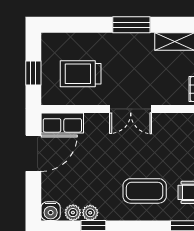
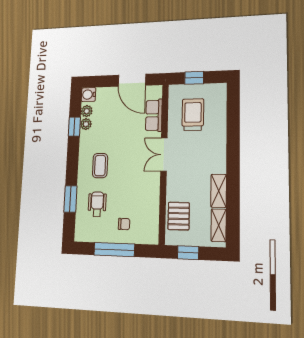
window: (131, 25) -> (233, 155), removed
row of seats: (62, 123) -> (154, 115), moved
coffee table: (145, 191) -> (100, 166), width x0.73, depth x0.77

